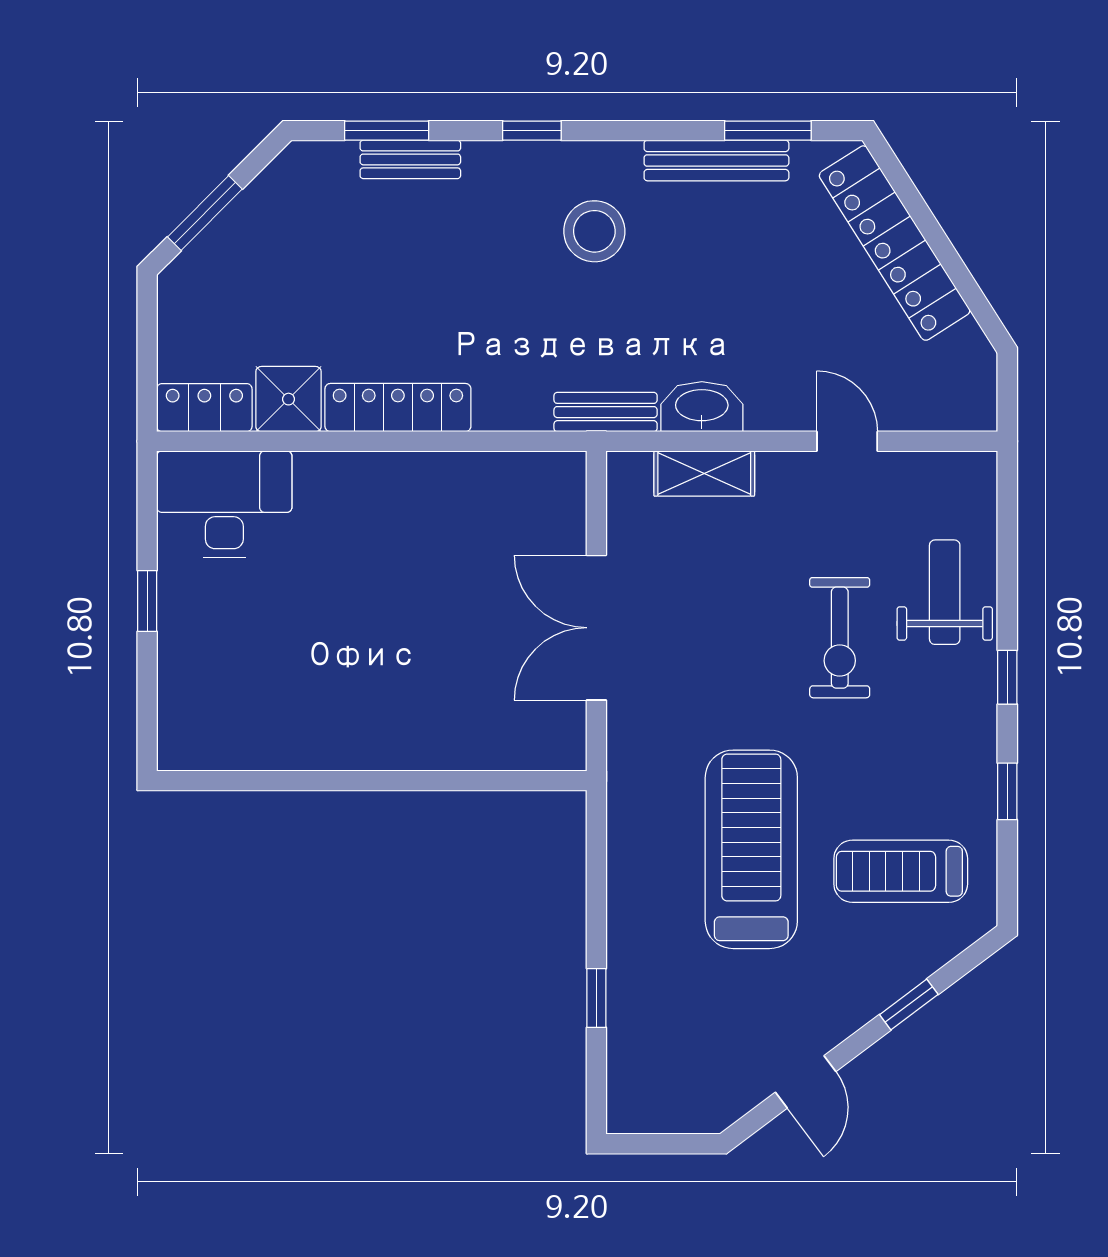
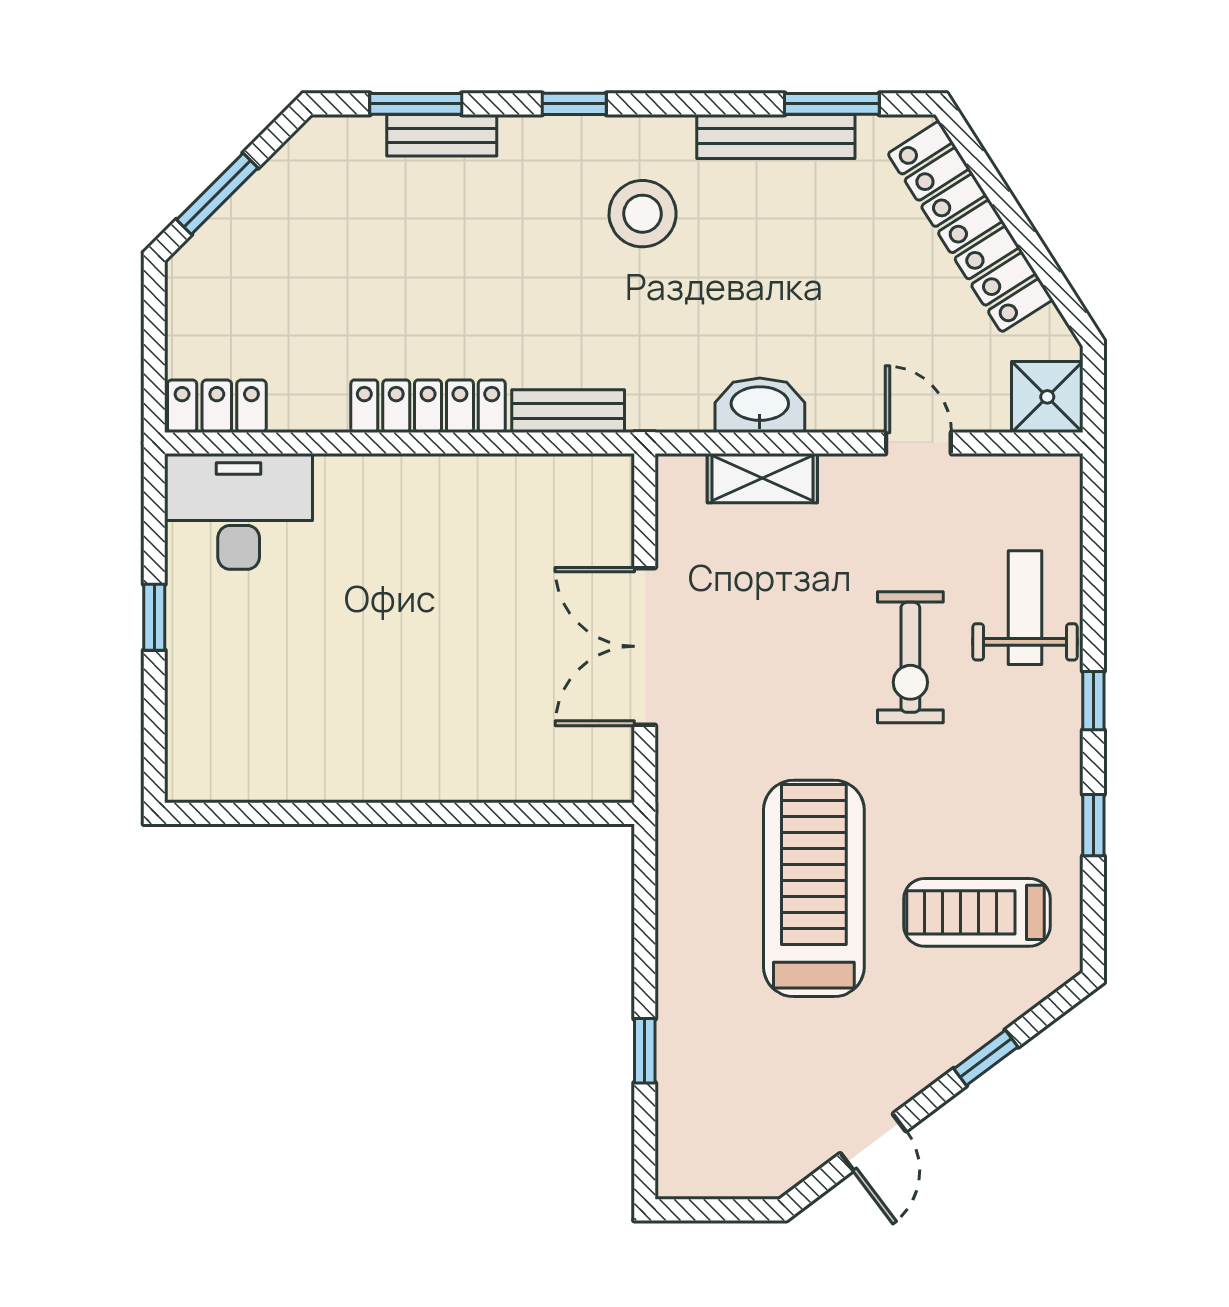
shower: (289, 399) -> (1047, 397), moved
bench: (606, 412) -> (568, 411), moved

